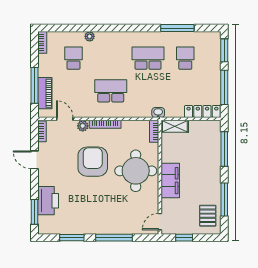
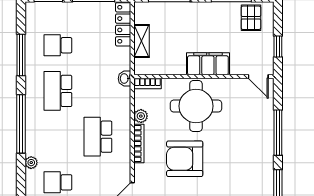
window: (121, 28) -> (21, 124), added
plant: (83, 126) -> (141, 116), moved
shelving: (175, 126) -> (141, 41), moved
pallet: (208, 216) -> (251, 18), turned 90

